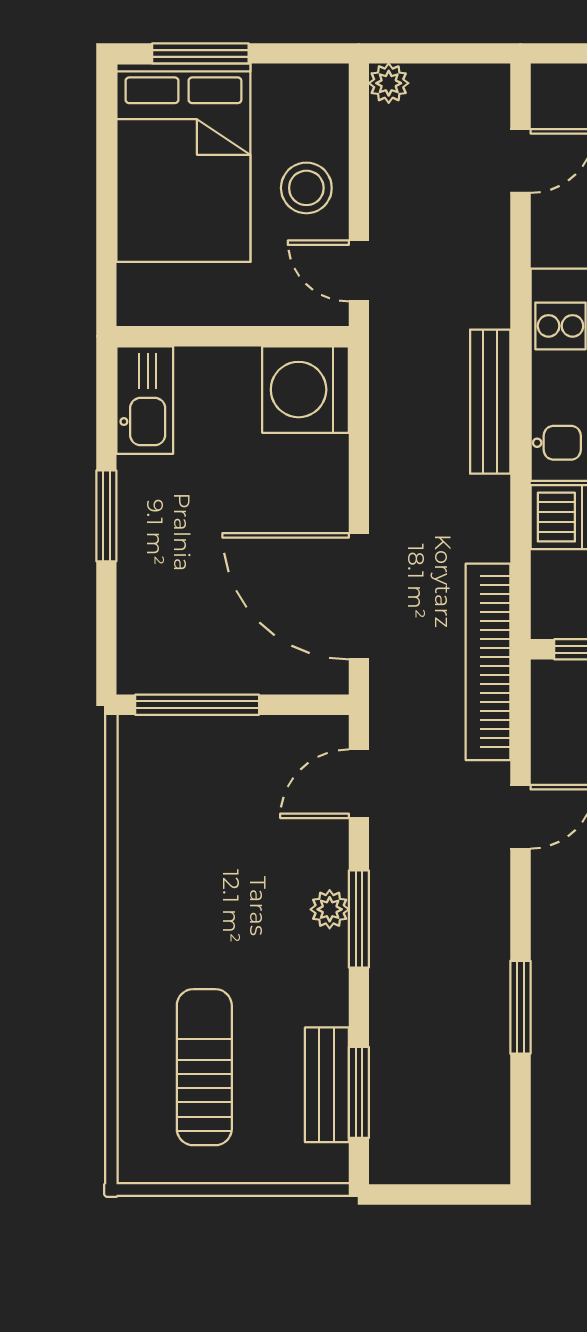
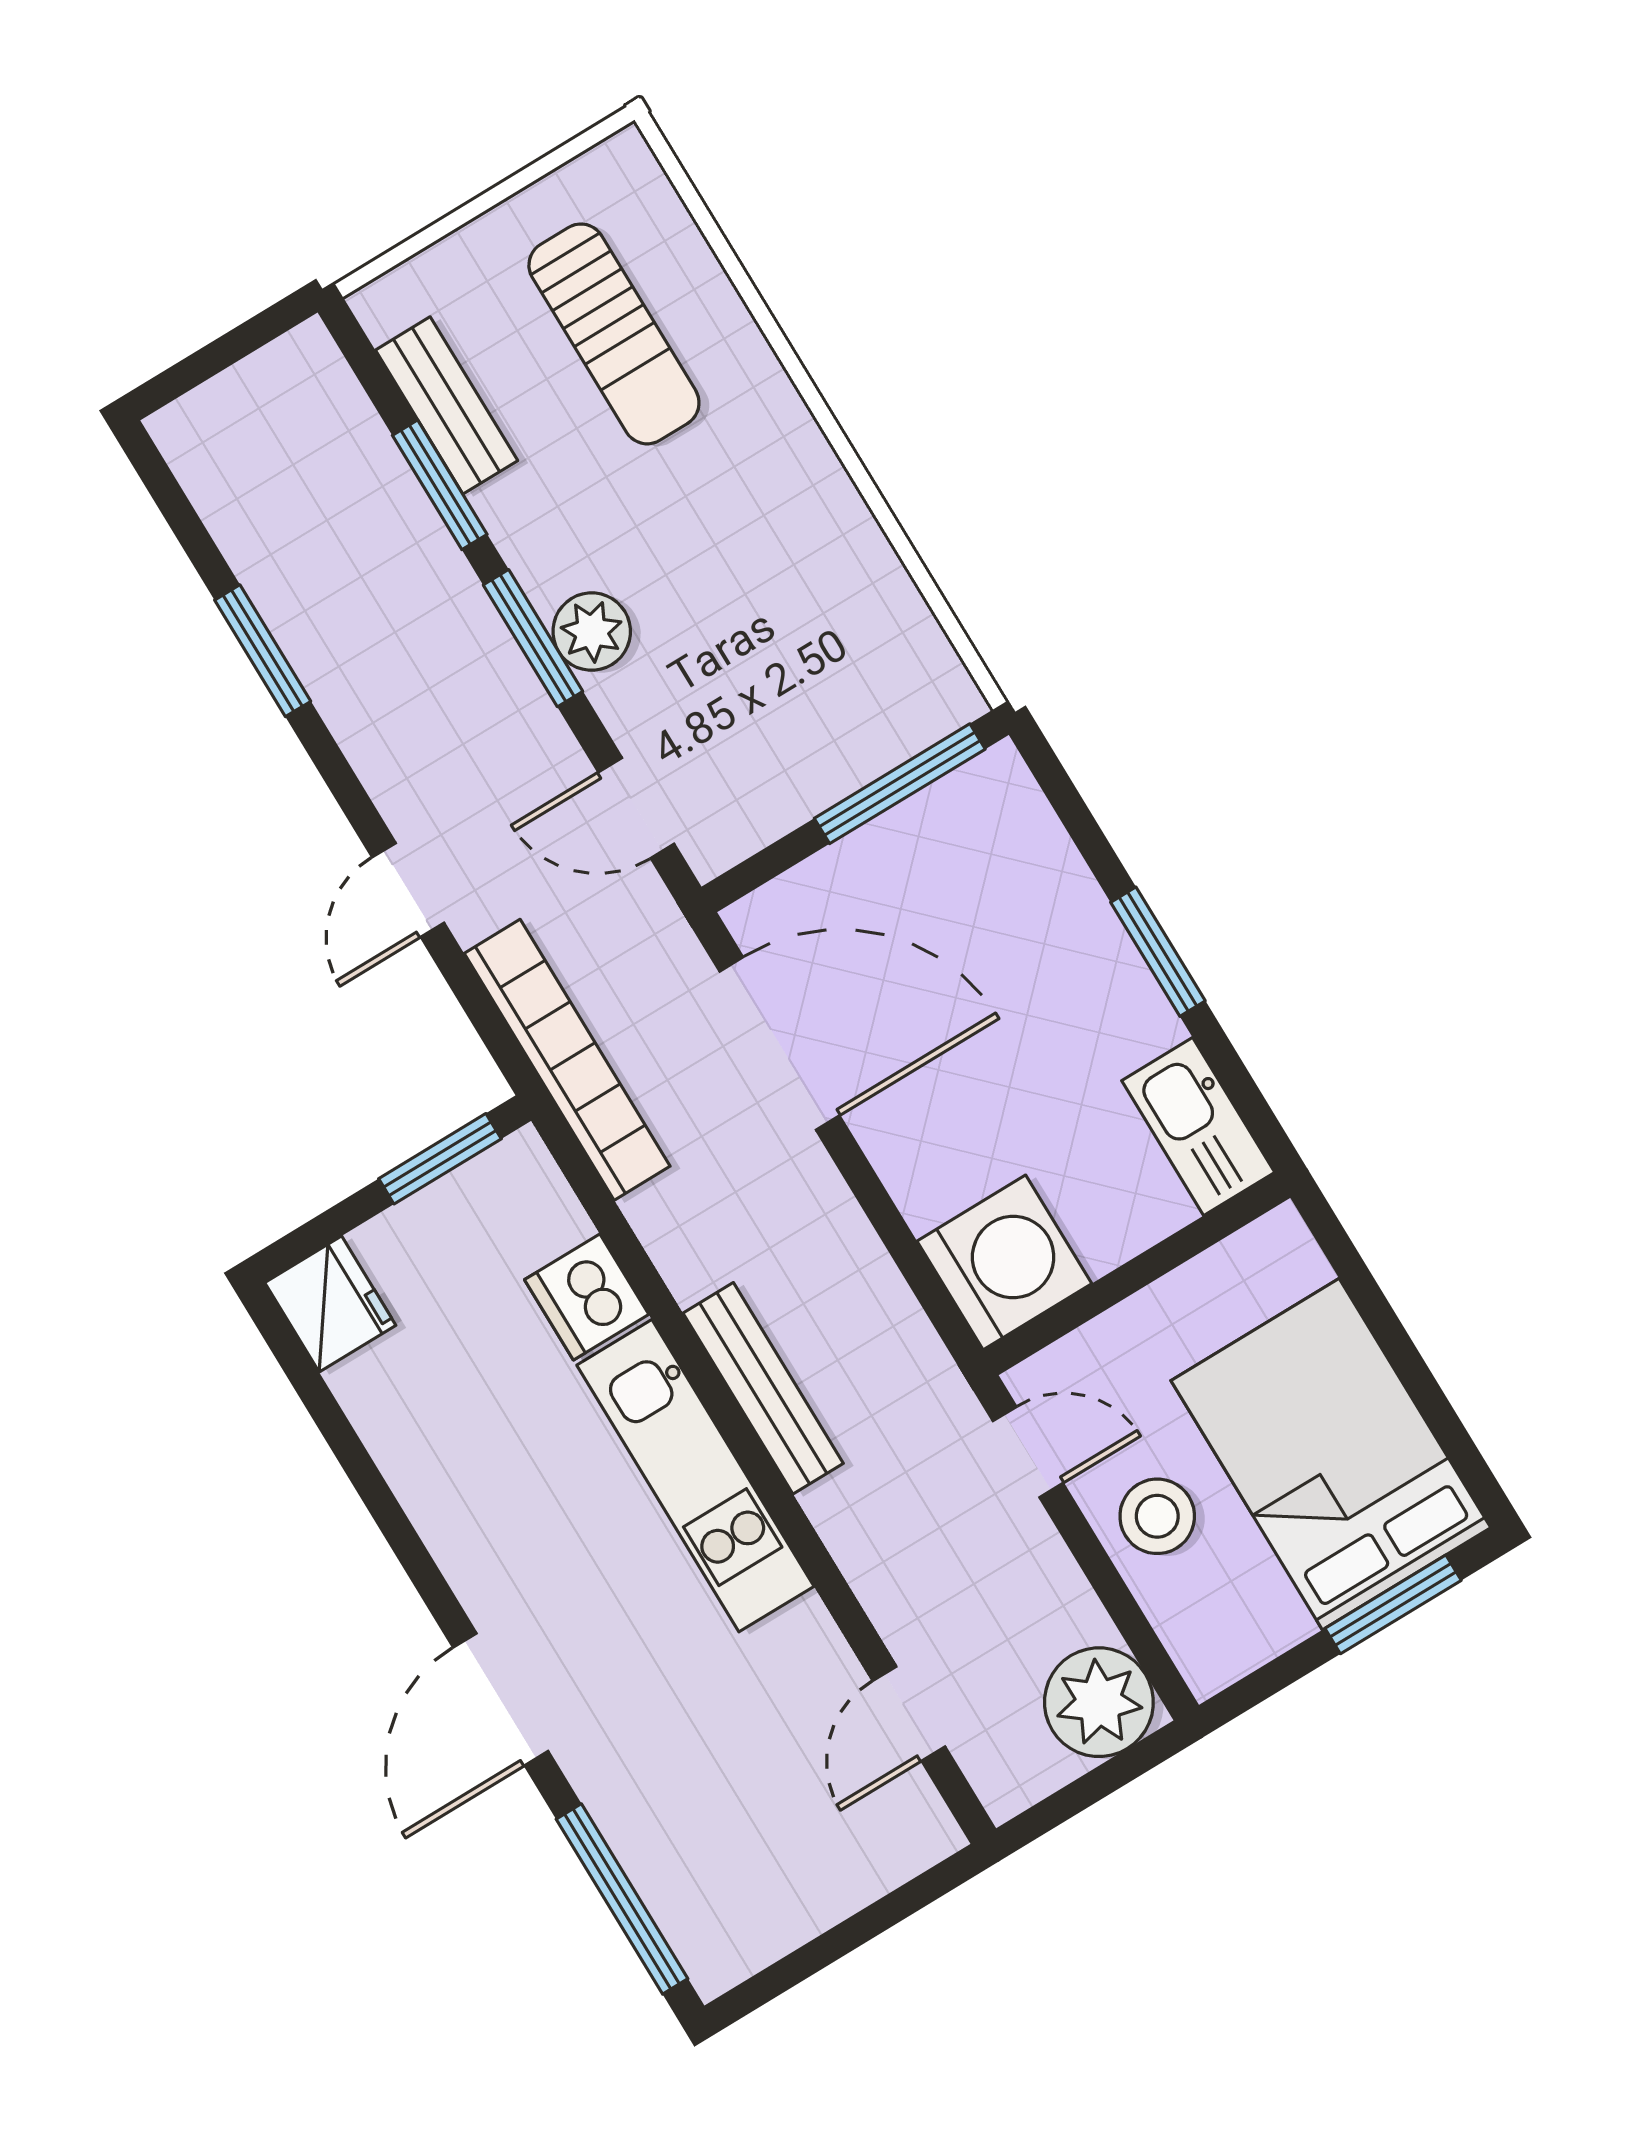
plant: (389, 83) -> (1099, 1702), width x1.88, depth x1.88
door: (359, 784) -> (636, 808), swing flipped
plant: (330, 909) -> (592, 632), width x1.38, depth x1.38
window: (359, 1092) -> (440, 485), moved

